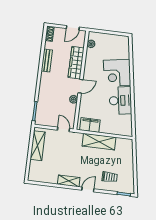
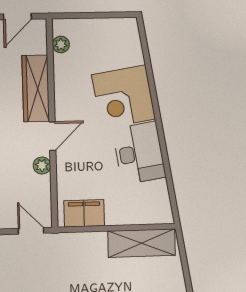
shelving: (99, 142) -> (142, 243), moved

